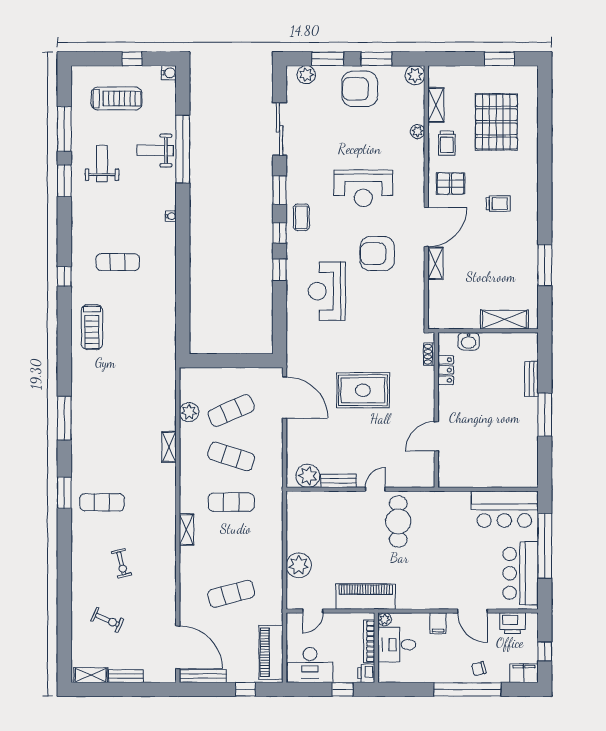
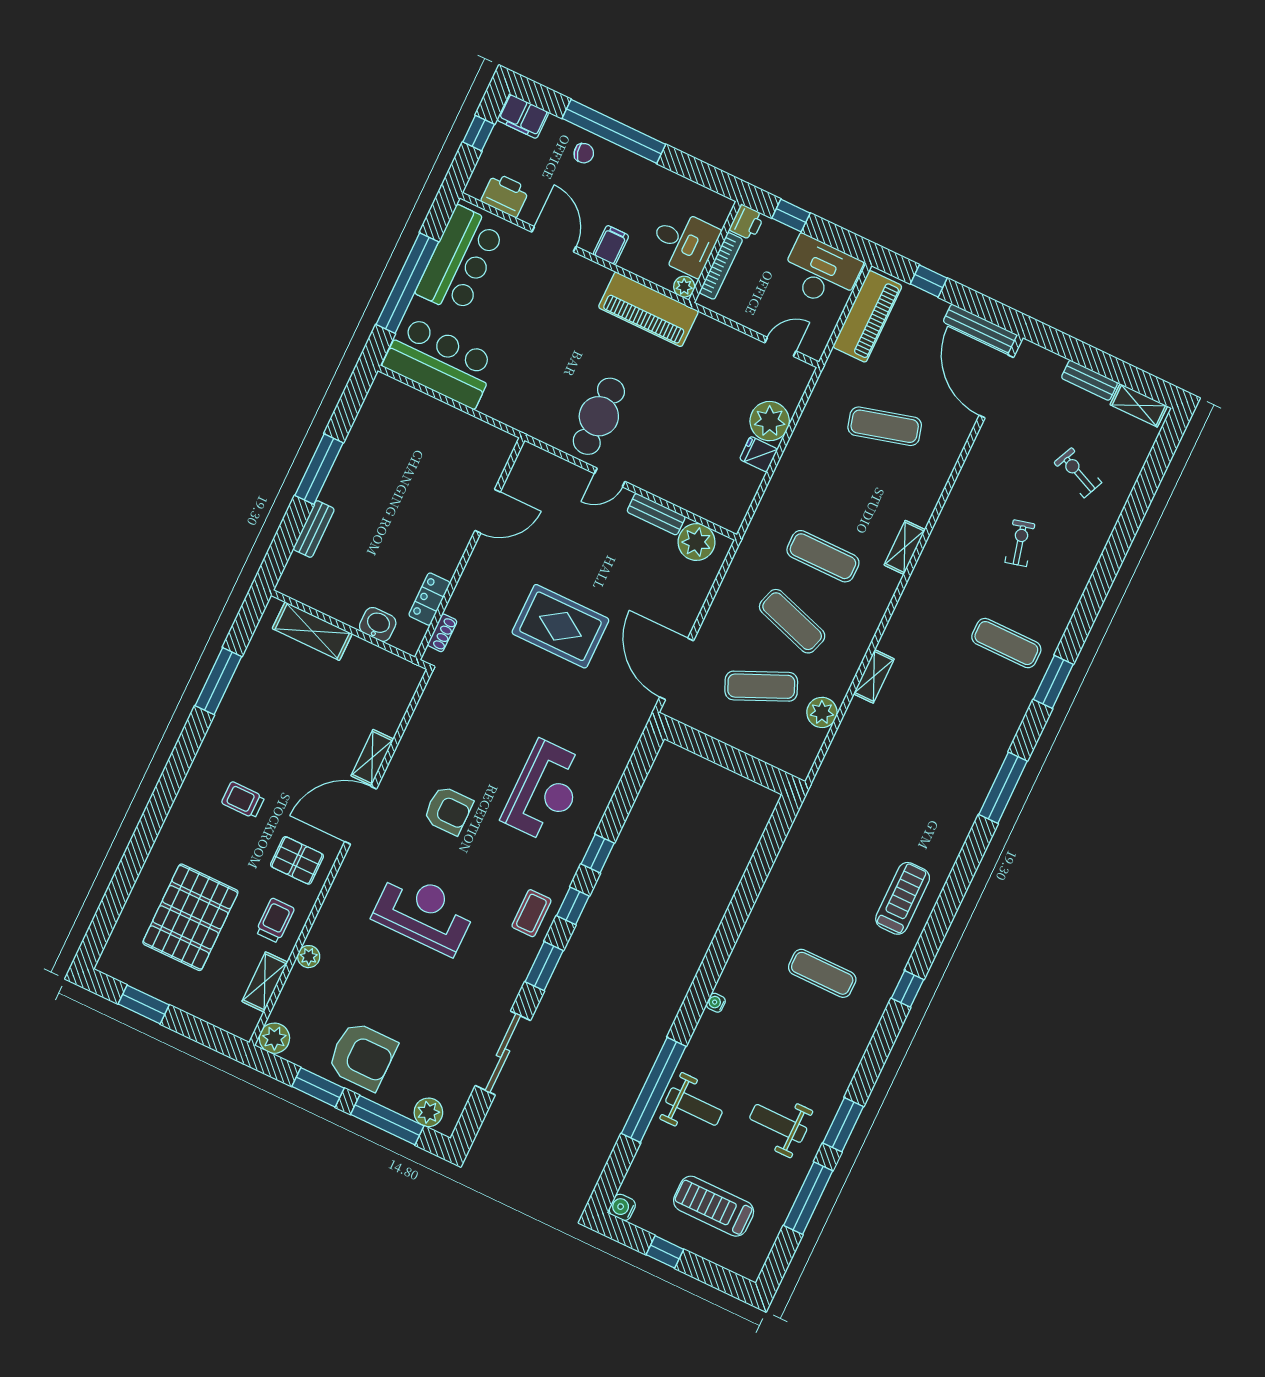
window: (328, 59) -> (387, 1120), width x1.44
weight bench: (102, 164) -> (778, 1123), turned 90
armchair: (377, 254) -> (448, 810), width x0.73, depth x0.73
fridge: (296, 543) -> (759, 454), added
piano: (366, 596) -> (648, 309), moved

